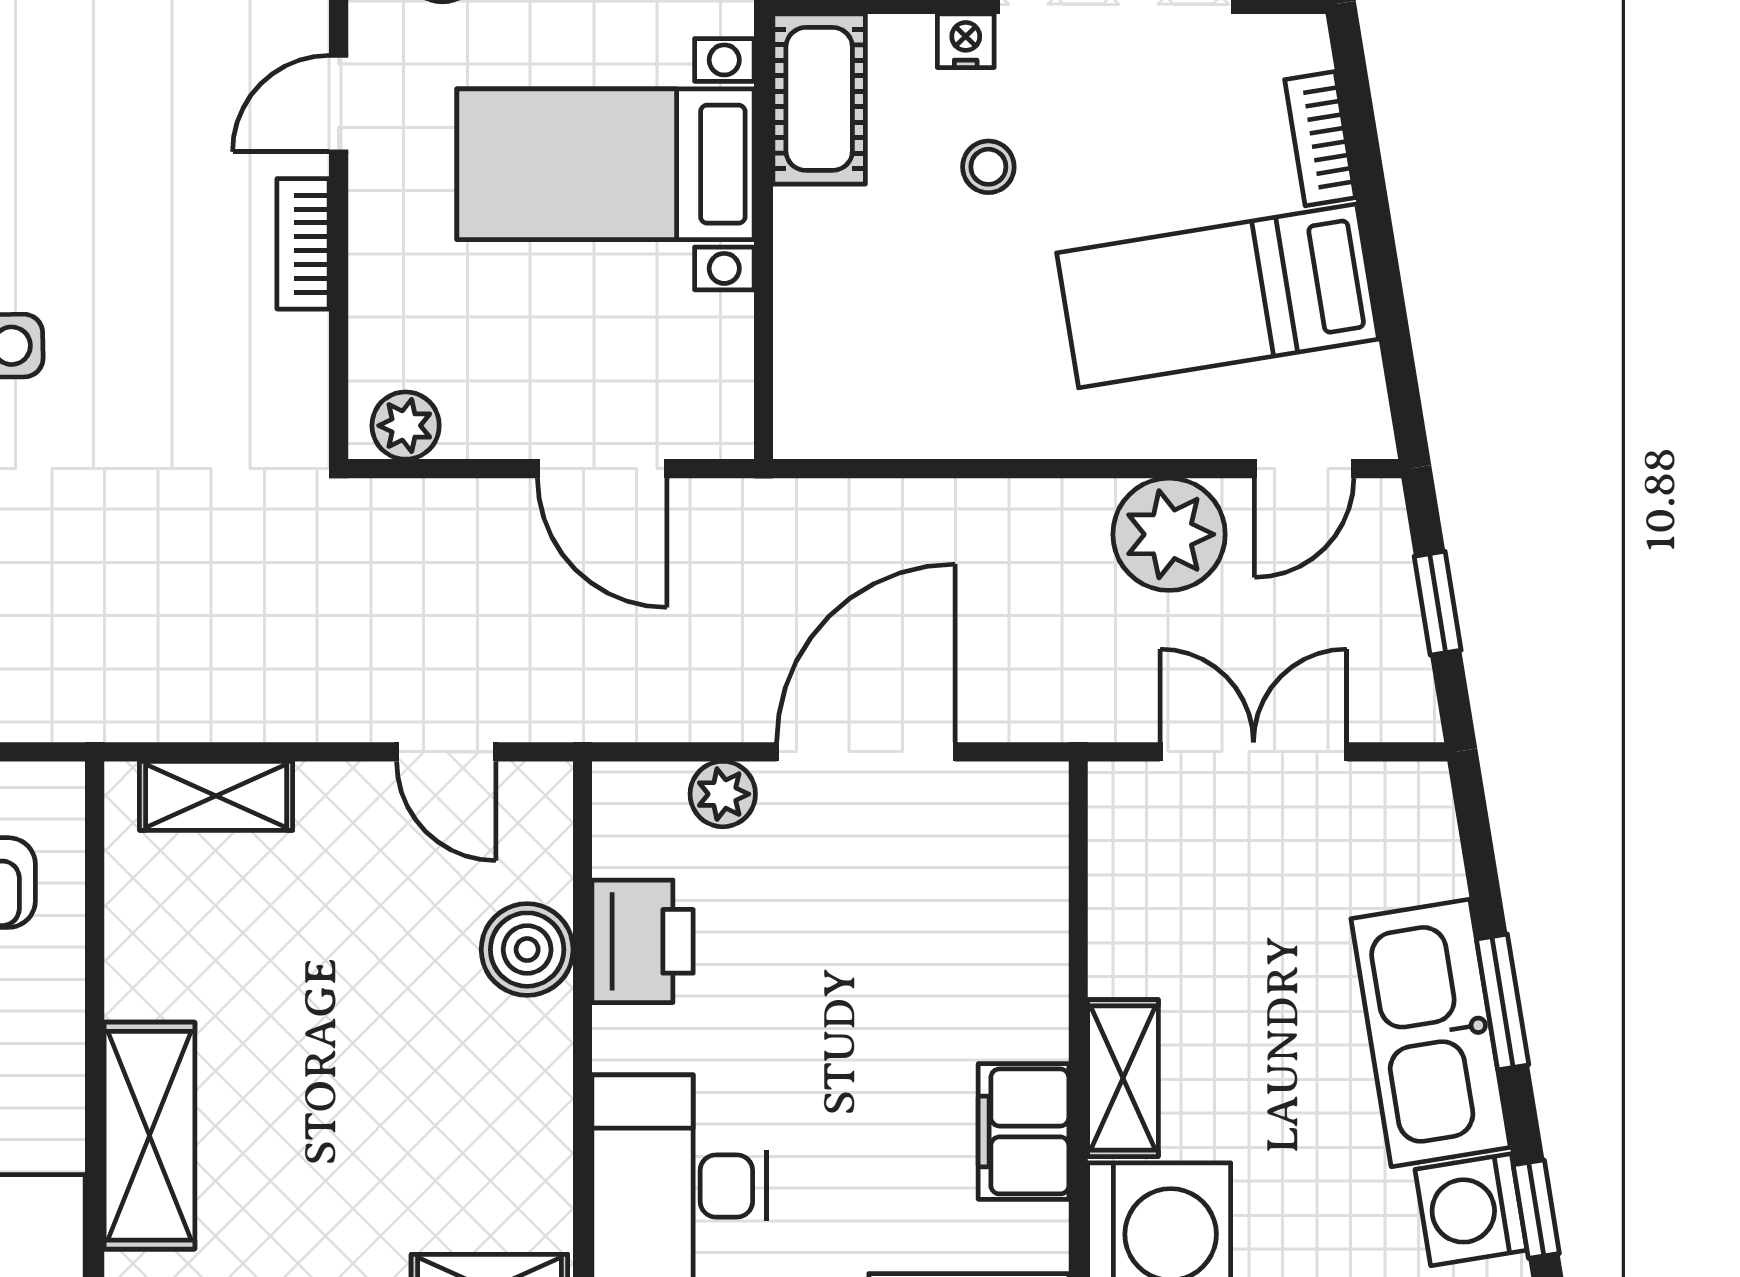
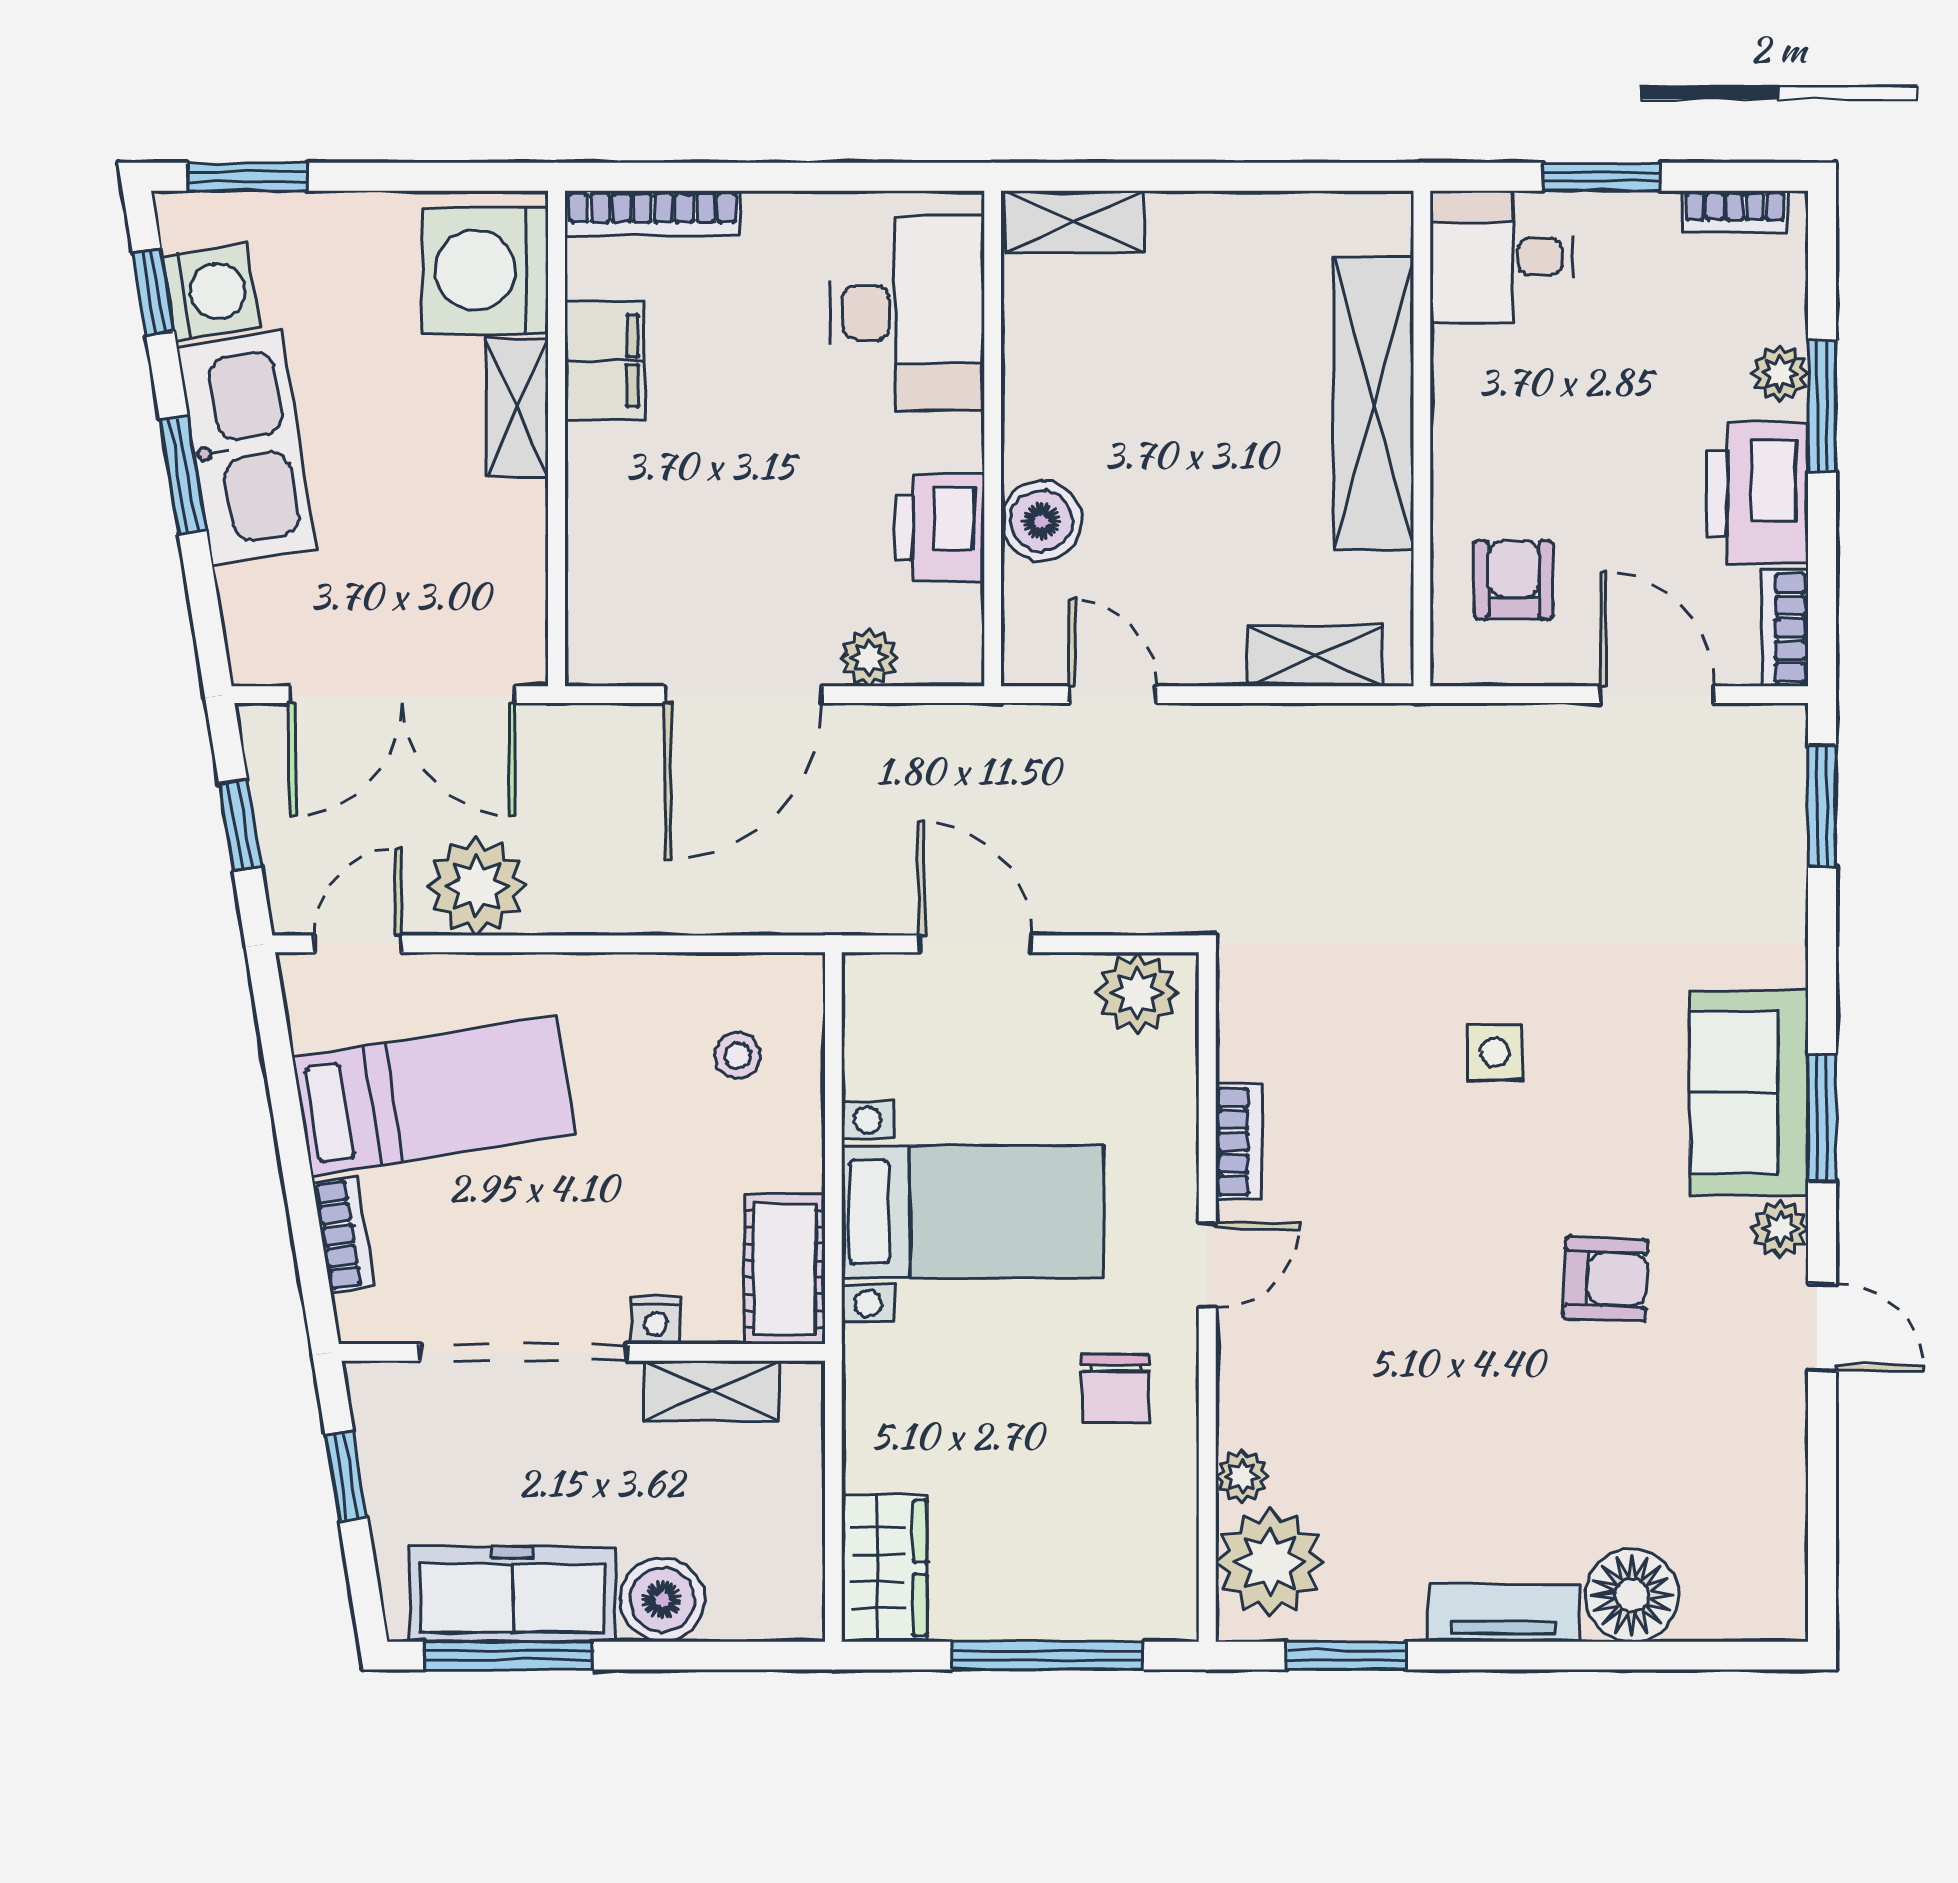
stool: (988, 167) -> (738, 1055), moved
plant: (406, 426) -> (1137, 993), width x1.38, depth x1.38
double door: (1253, 752) -> (402, 695), width x1.37
shelving: (149, 1136) -> (1374, 404), width x1.47

